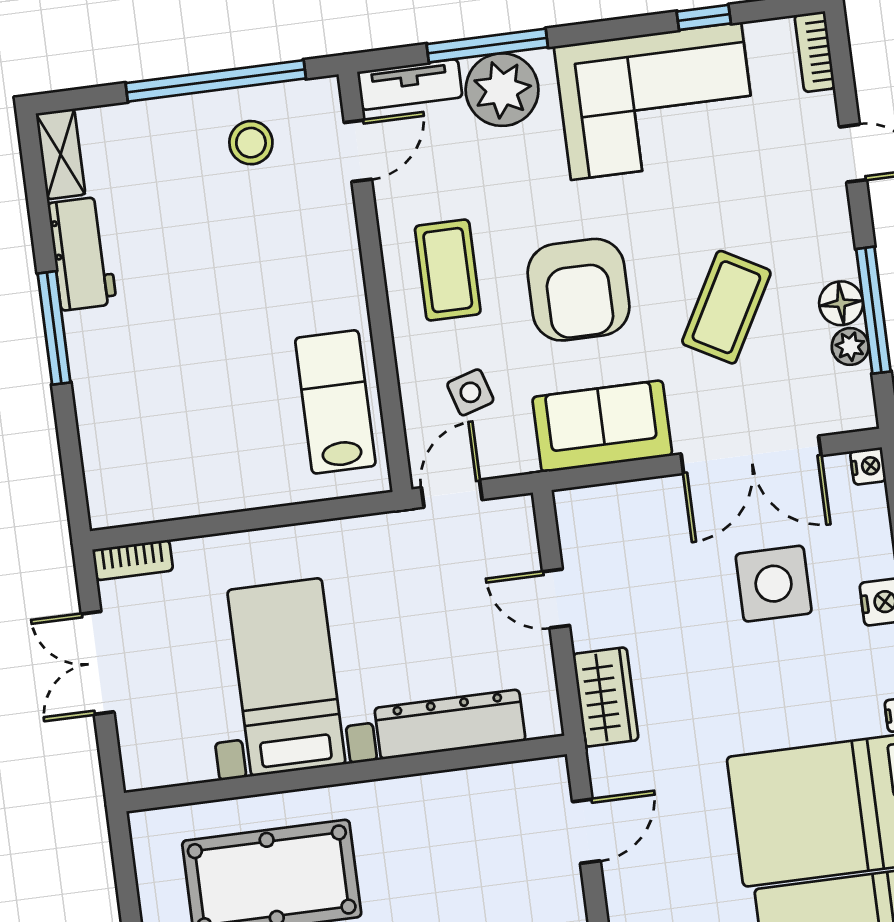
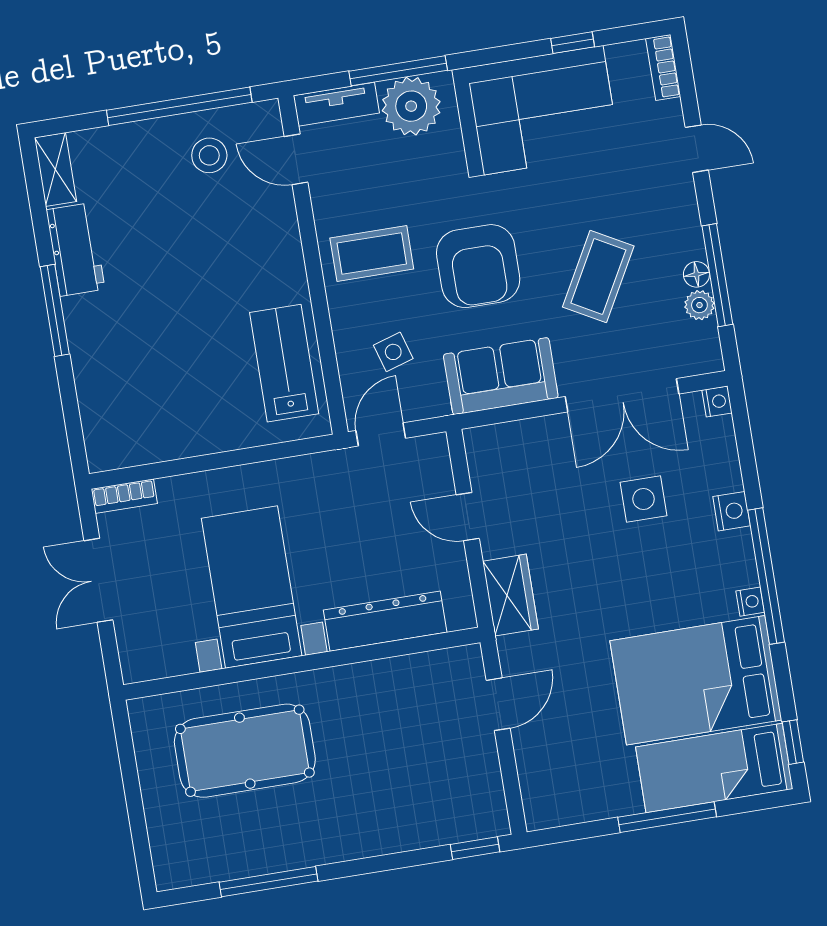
door: (358, 151) -> (296, 159), swing flipped
coffee table: (448, 270) -> (372, 253), turned 90
floor lamp: (841, 303) -> (696, 274), width x0.73, depth x0.73
side table: (774, 584) -> (643, 499), width x0.73, depth x0.73

